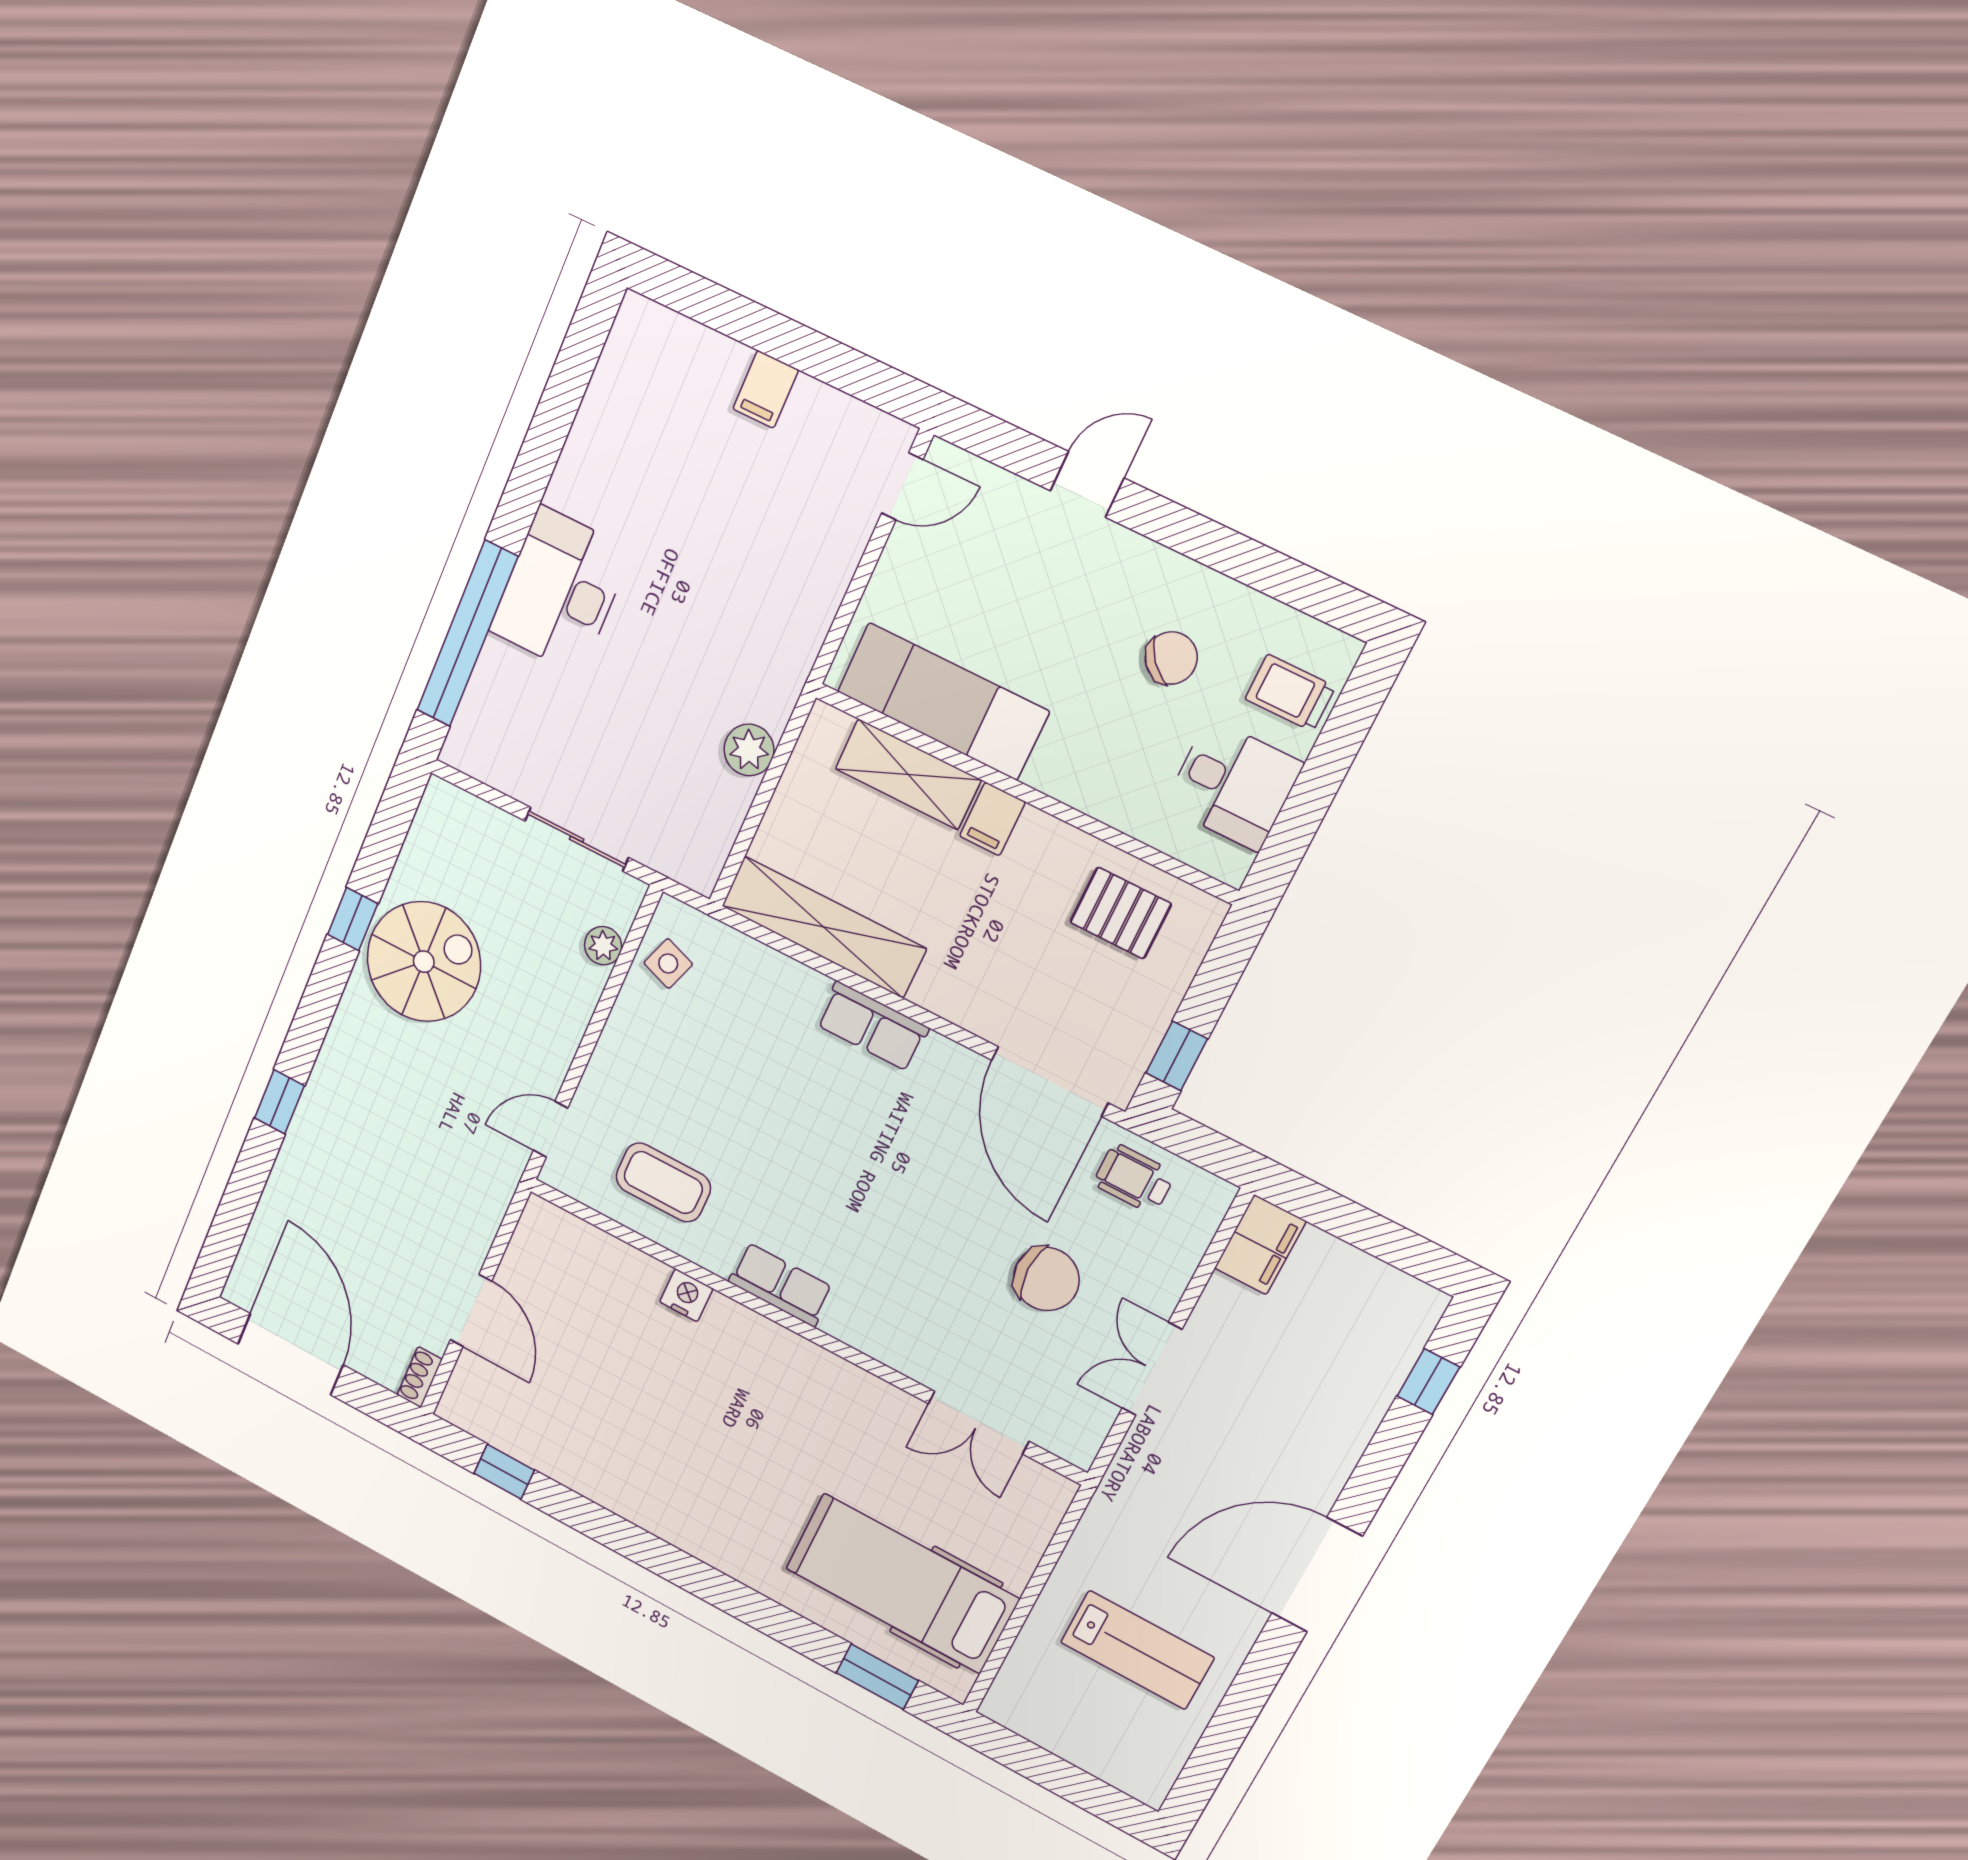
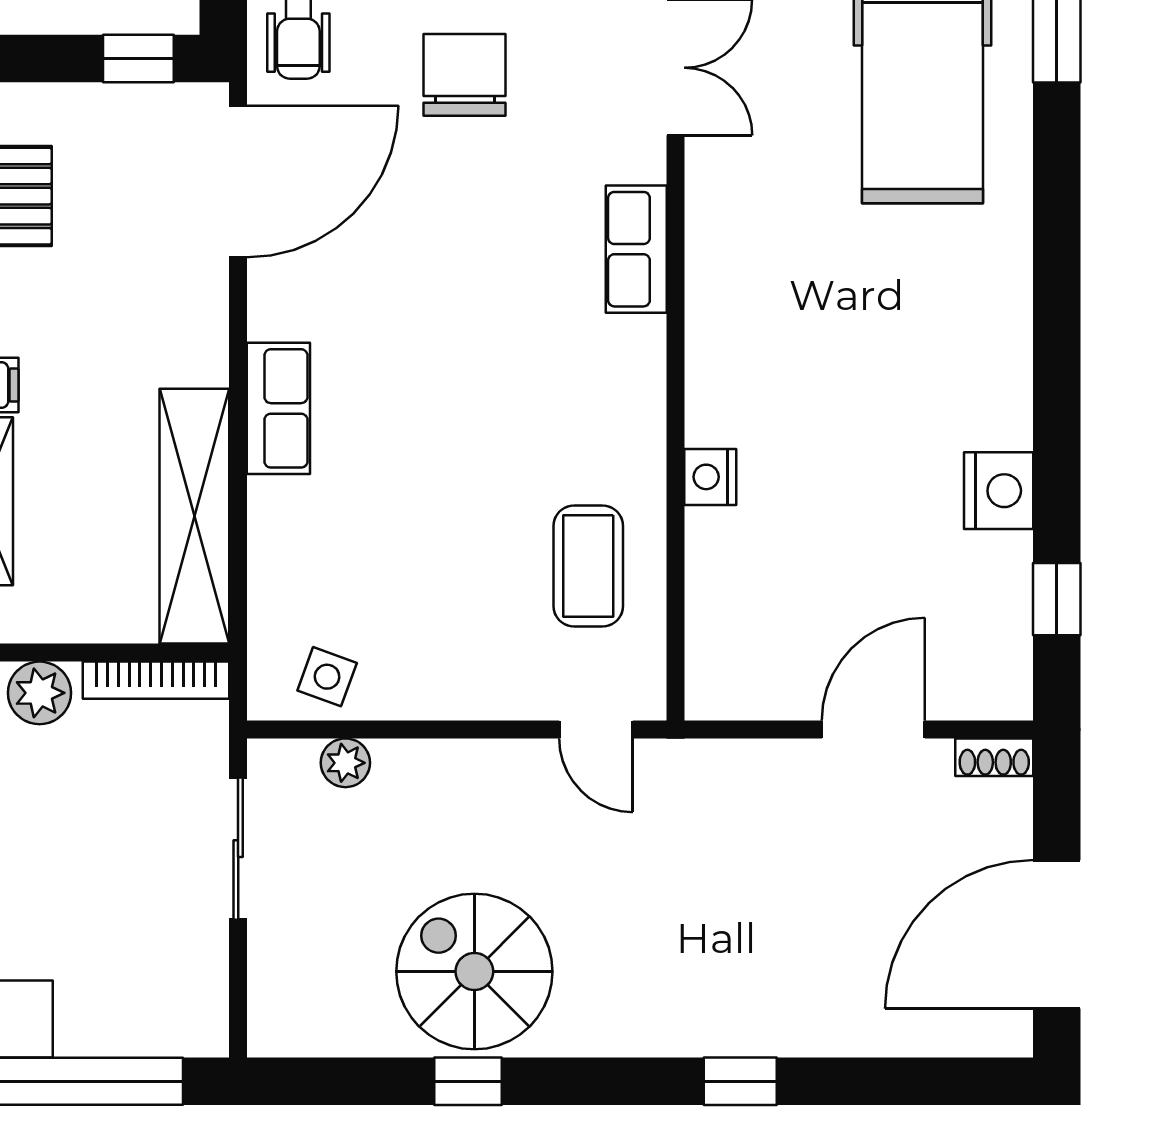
bookcase: (720, 840) -> (156, 680), added
row of seats: (781, 1285) -> (636, 249), moved
nightstand: (591, 1474) -> (999, 491), added

